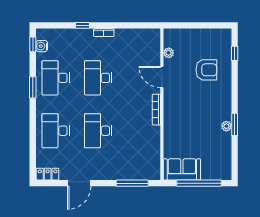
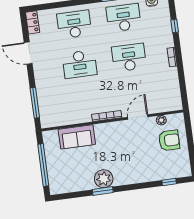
window: (83, 25) -> (175, 26), moved
armchair: (206, 70) -> (169, 140), moved, turned -90
plant: (226, 126) -> (104, 179), width x1.88, depth x1.88
desk: (98, 131) -> (80, 64), turned 180
sofa: (182, 169) -> (77, 137), moved, turned 90

